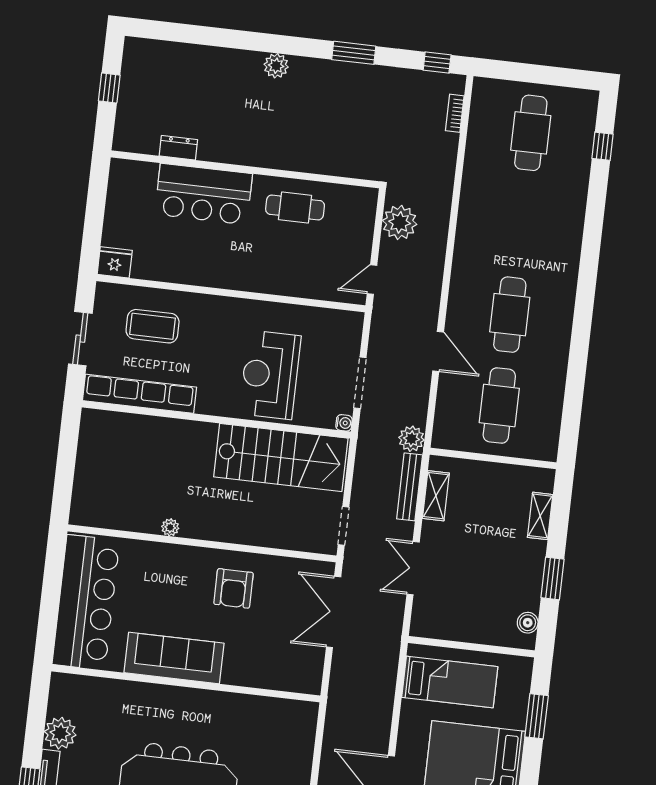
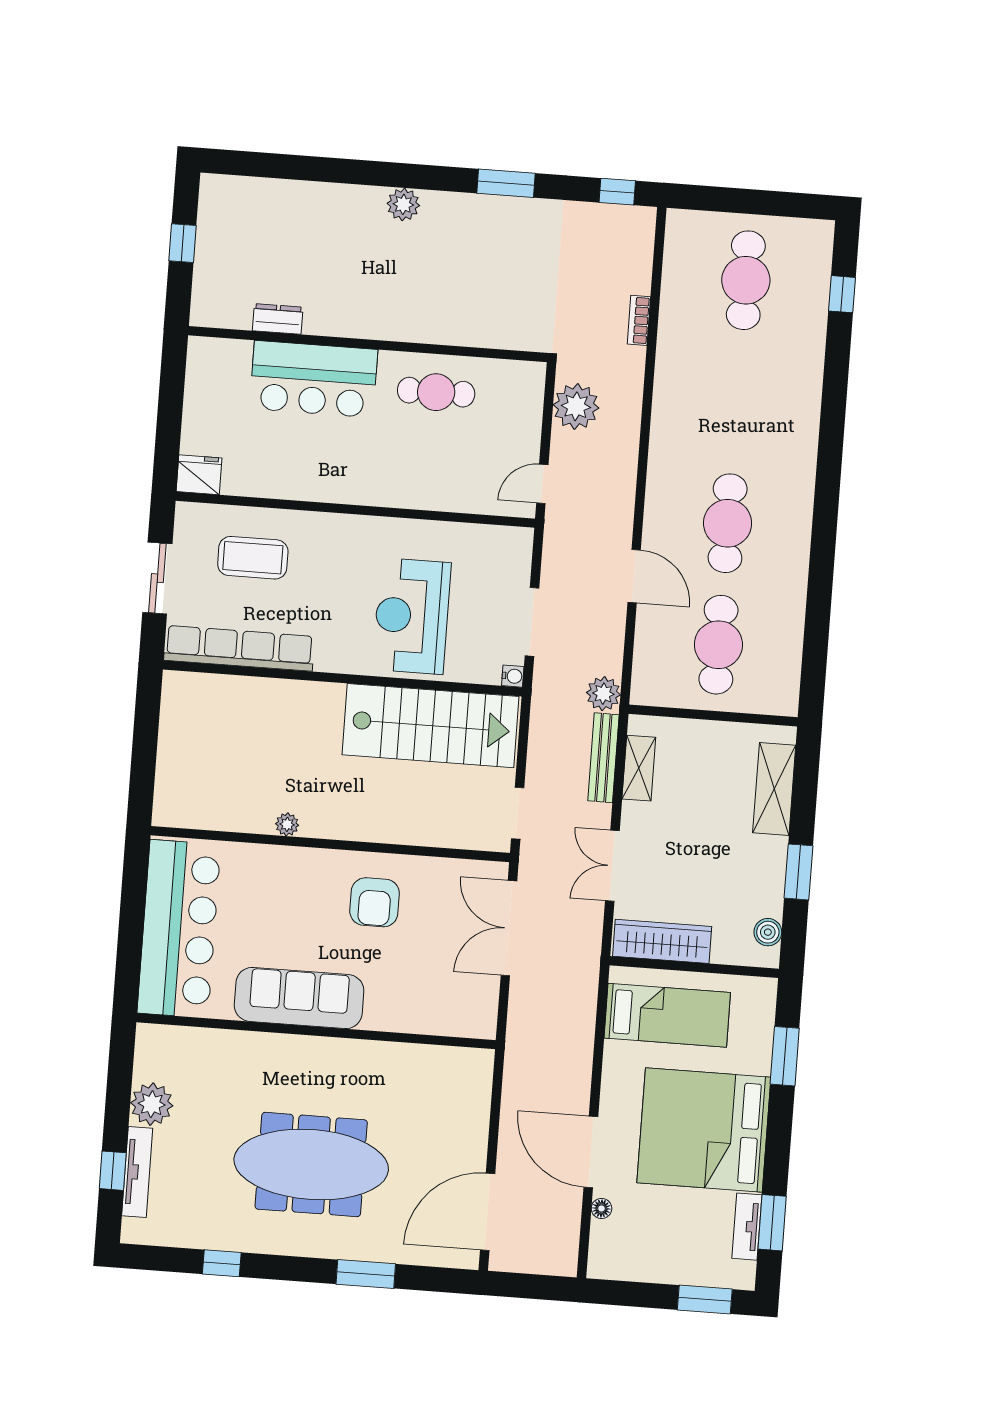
bookcase: (455, 113) -> (639, 320), moved
shelving: (540, 516) -> (774, 789), width x1.50, depth x1.33
wardrobe: (448, 626) -> (662, 941), added

